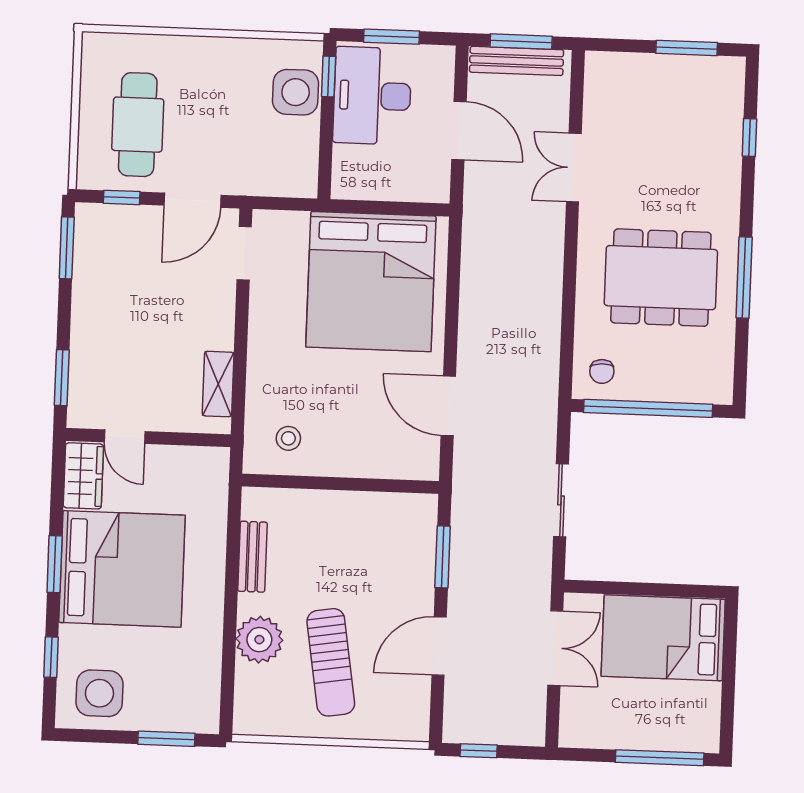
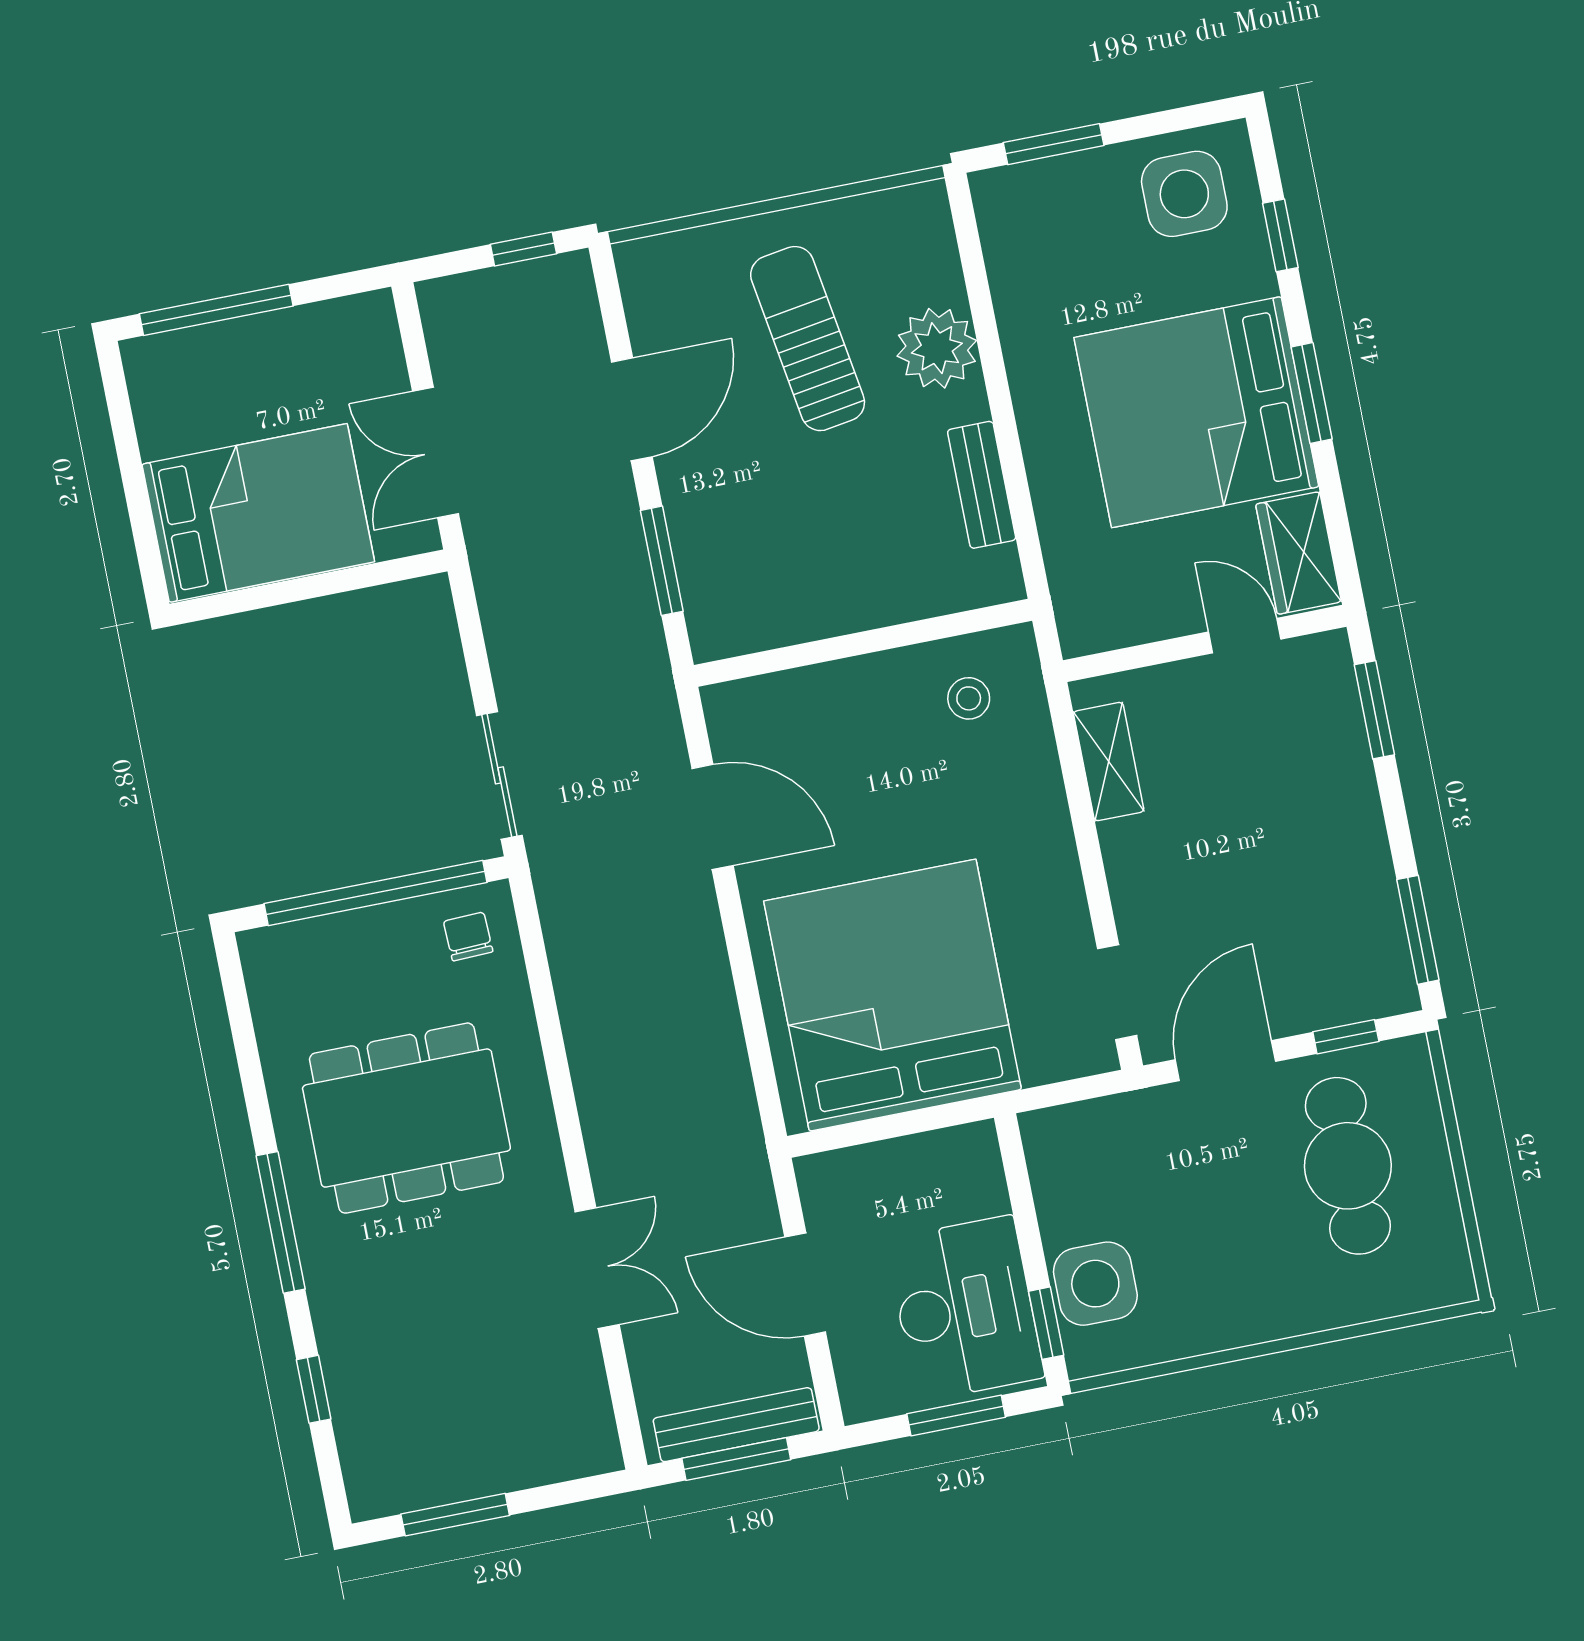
window: (744, 277) -> (281, 1222), moved
sliding door: (561, 500) -> (499, 775), moved

